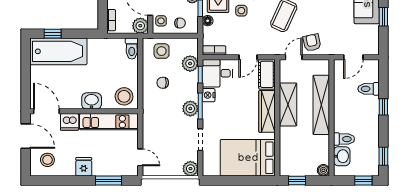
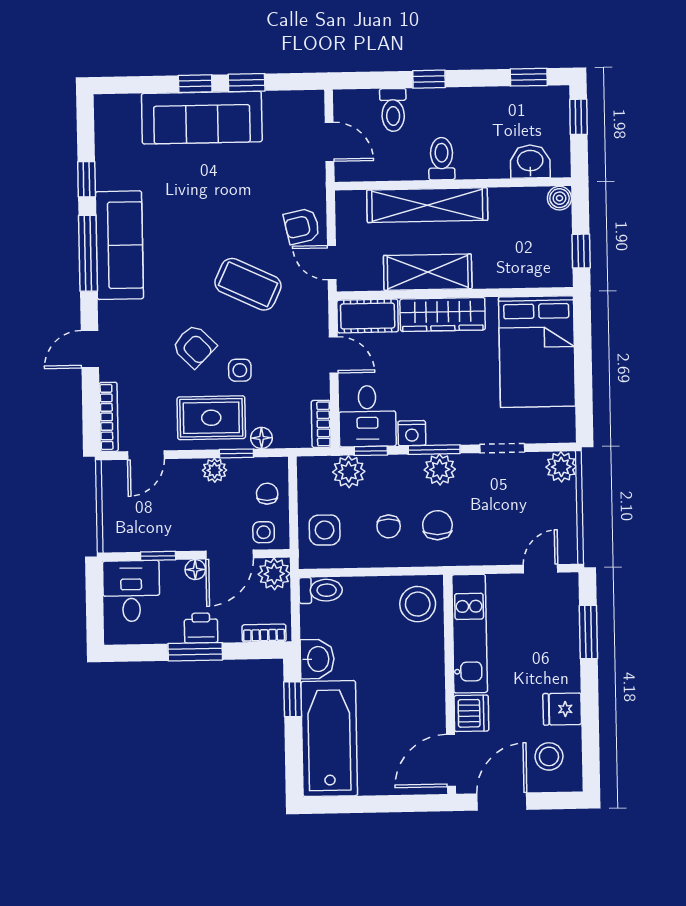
window: (53, 34) -> (293, 699), moved
washbasin: (92, 101) -> (317, 659), moved, turned 180
chair: (163, 107) -> (437, 525), added
toilet: (344, 139) -> (442, 159), moved
fridge: (84, 167) -> (562, 709), moved

